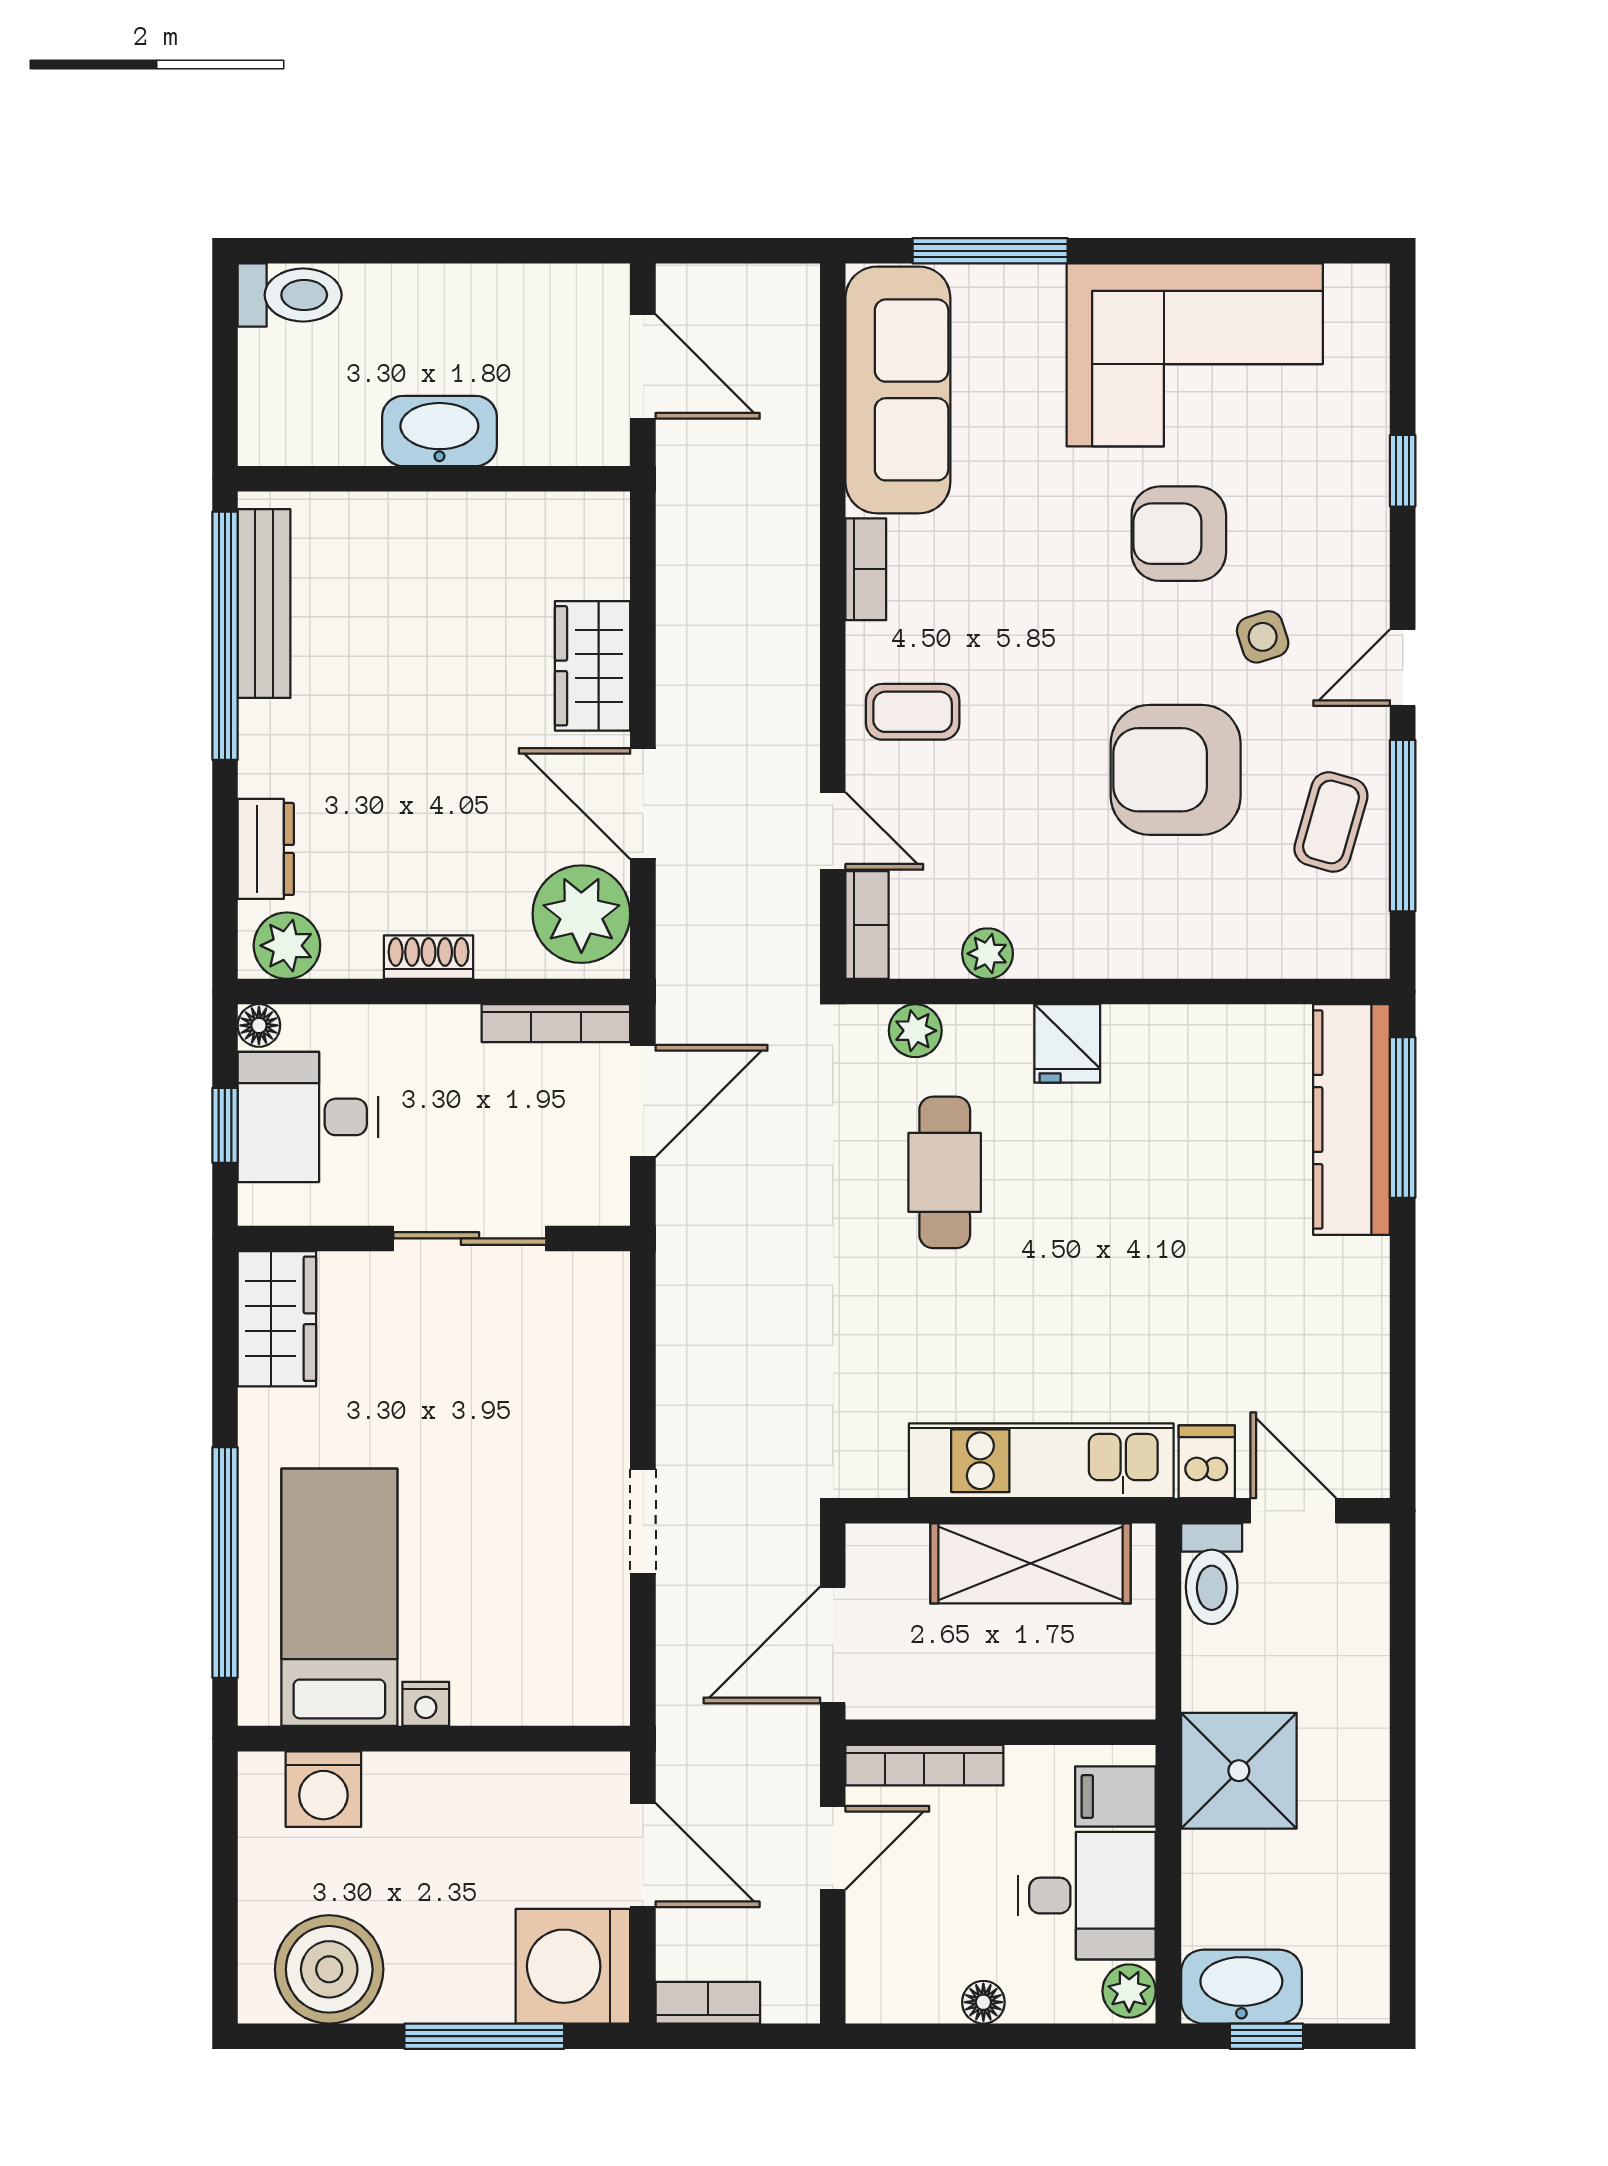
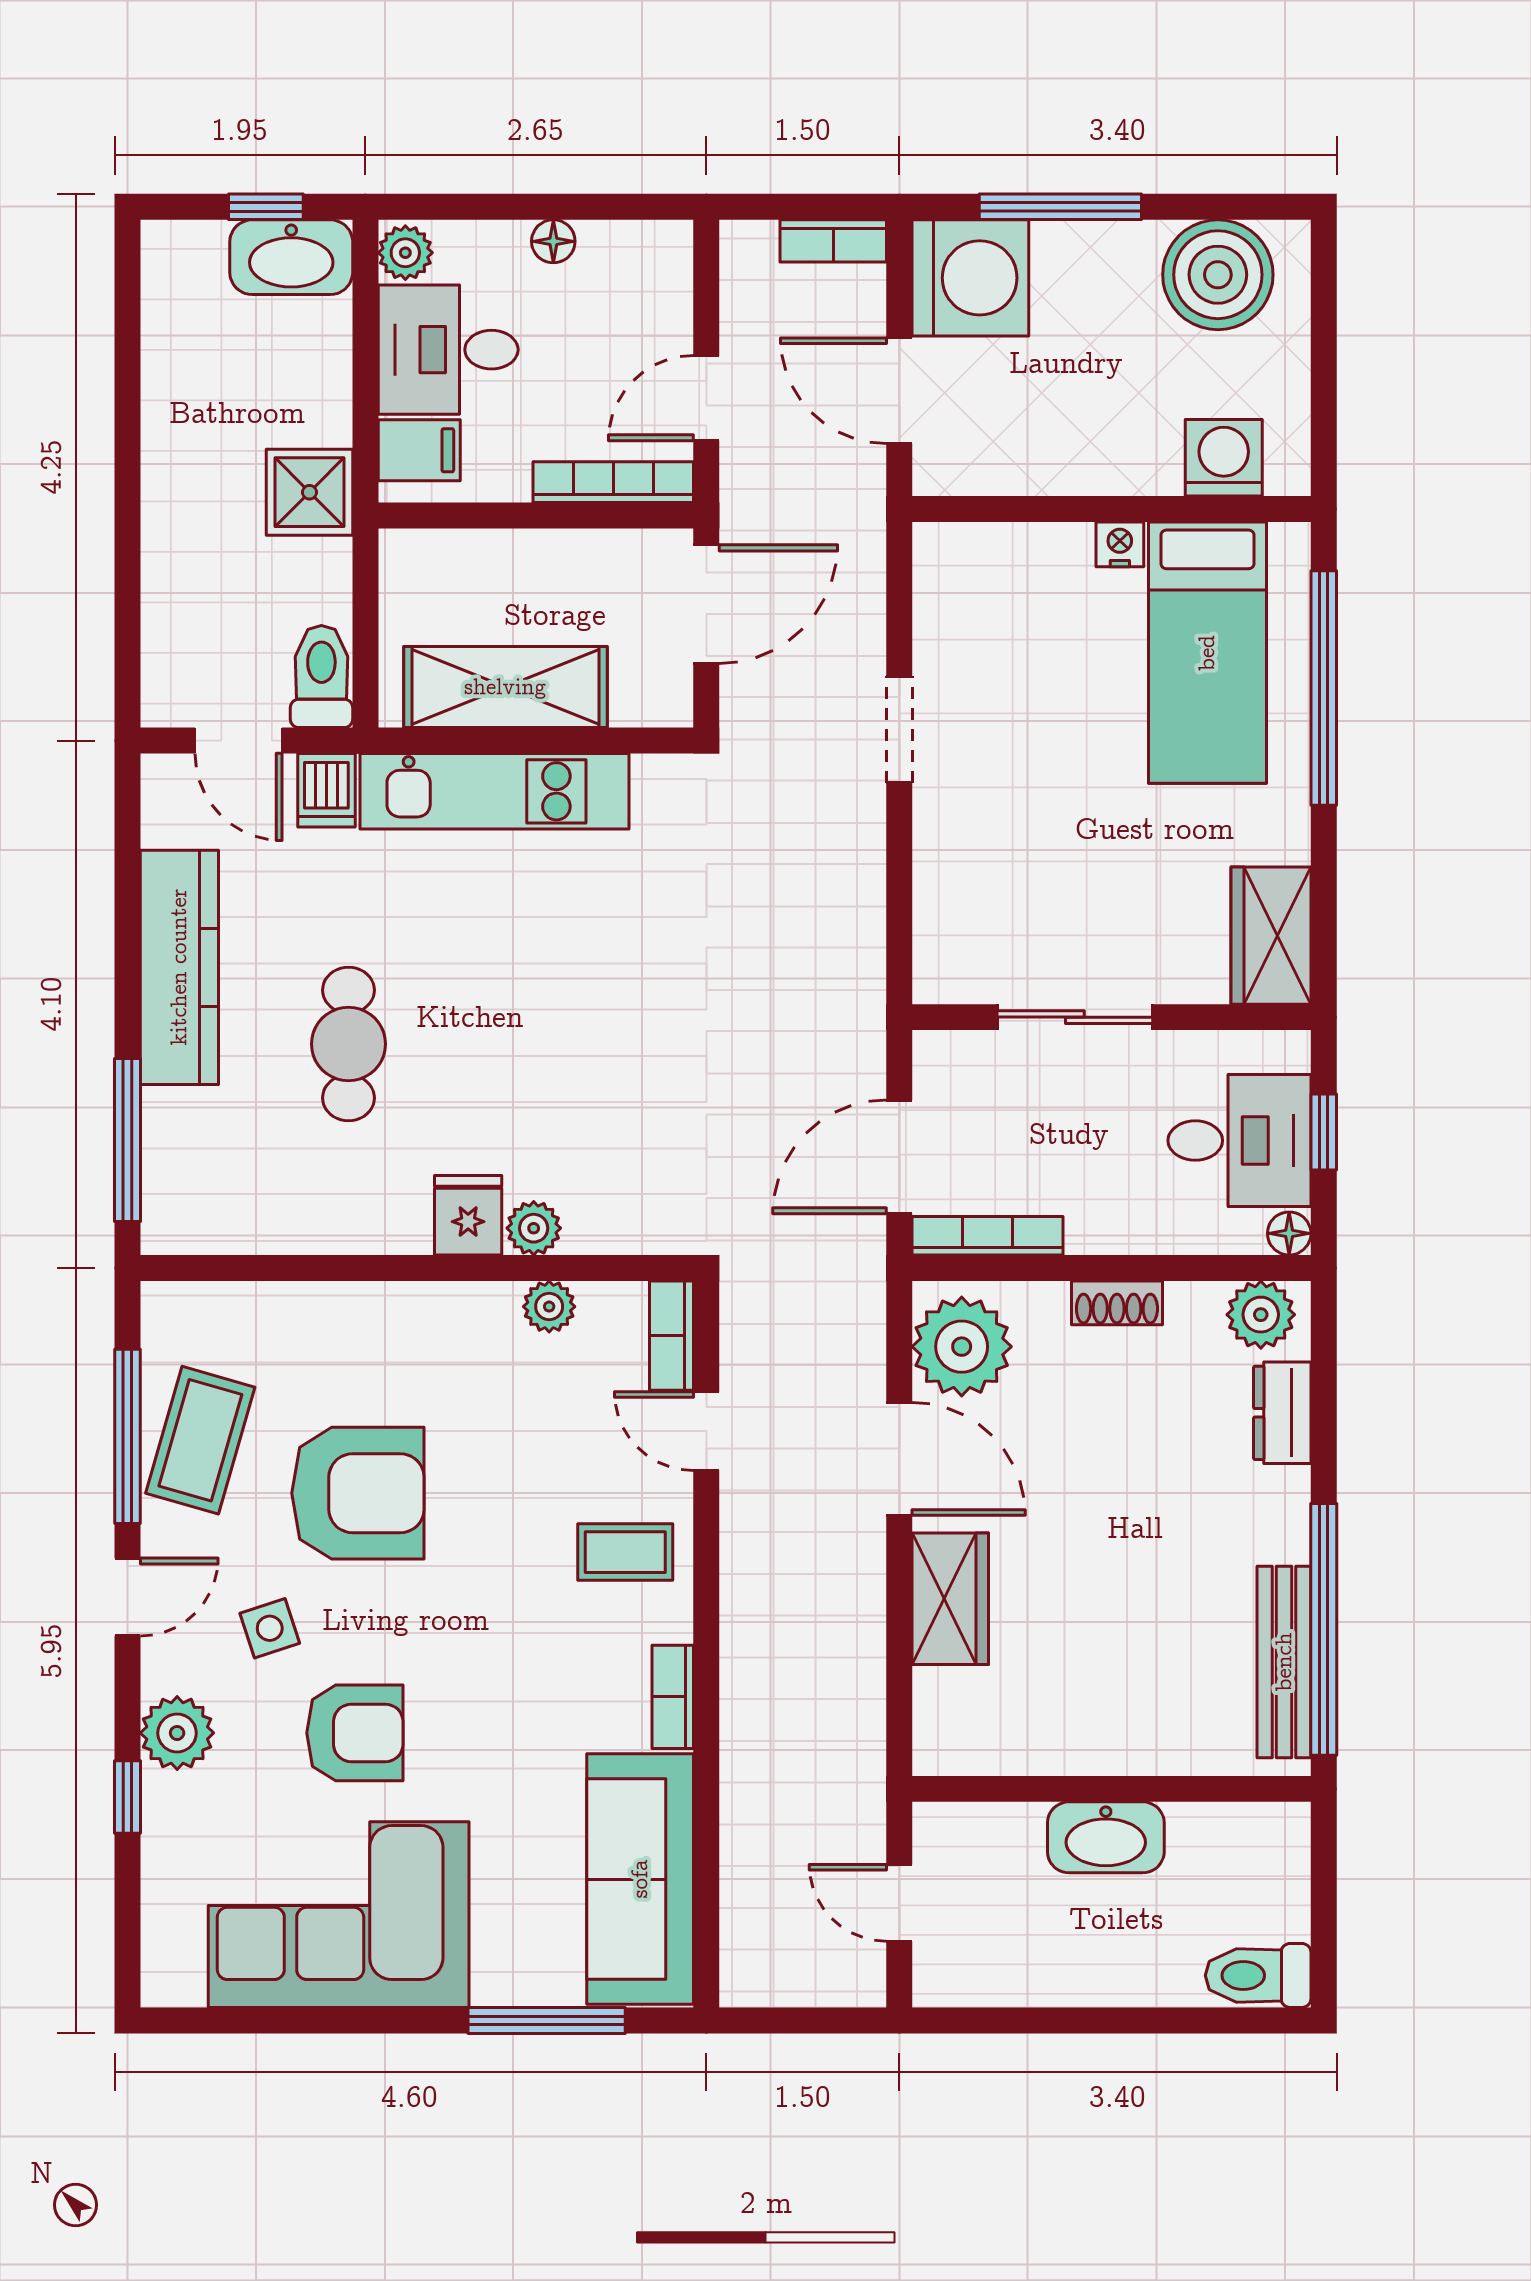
door: (643, 367) -> (899, 1903), width x0.73
plant: (1354, 534) -> (177, 1733), added
coffee table: (1331, 822) -> (200, 1440), width x1.36, depth x1.30
plant: (915, 1031) -> (534, 1228), moved
kitchen counter: (1352, 1120) -> (179, 967), moved
cafe table: (945, 1172) -> (348, 1044), moved
shower: (1239, 1771) -> (309, 492), width x0.73, depth x0.73

